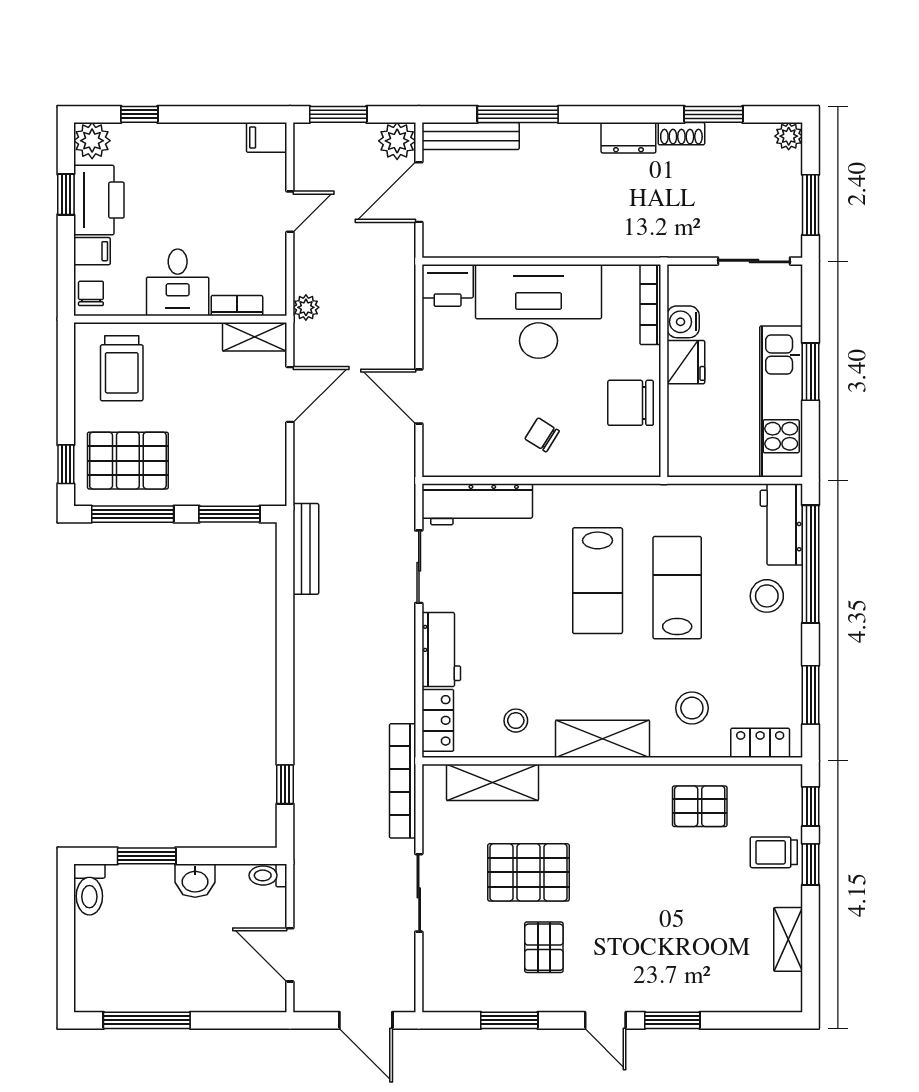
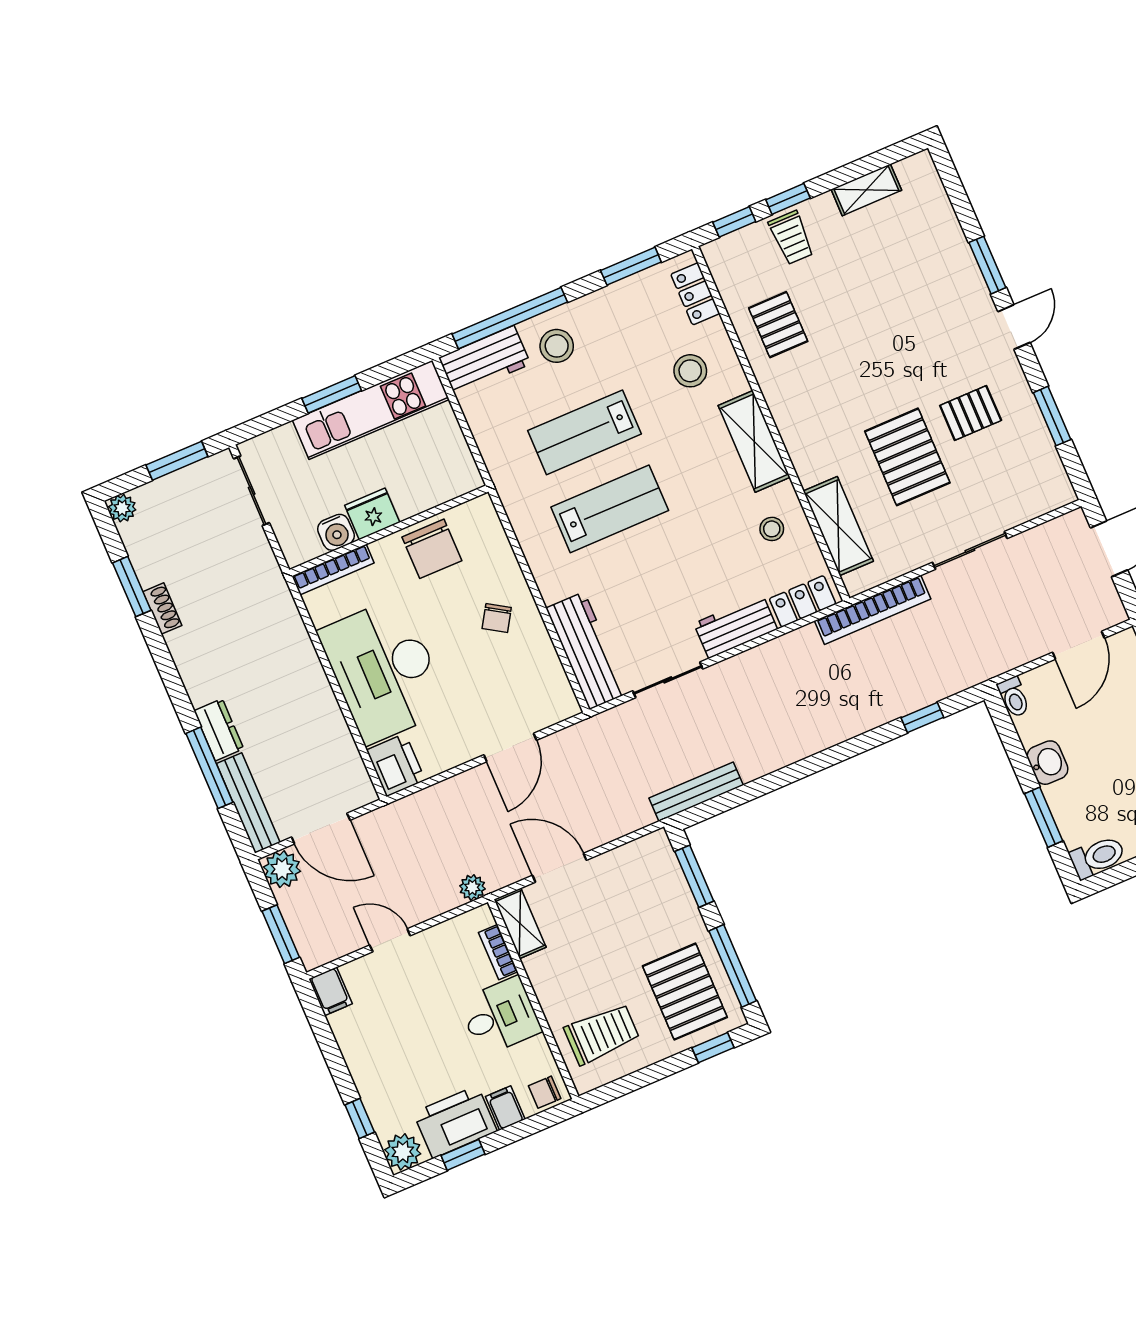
dresser: (628, 138) -> (219, 730), moved

